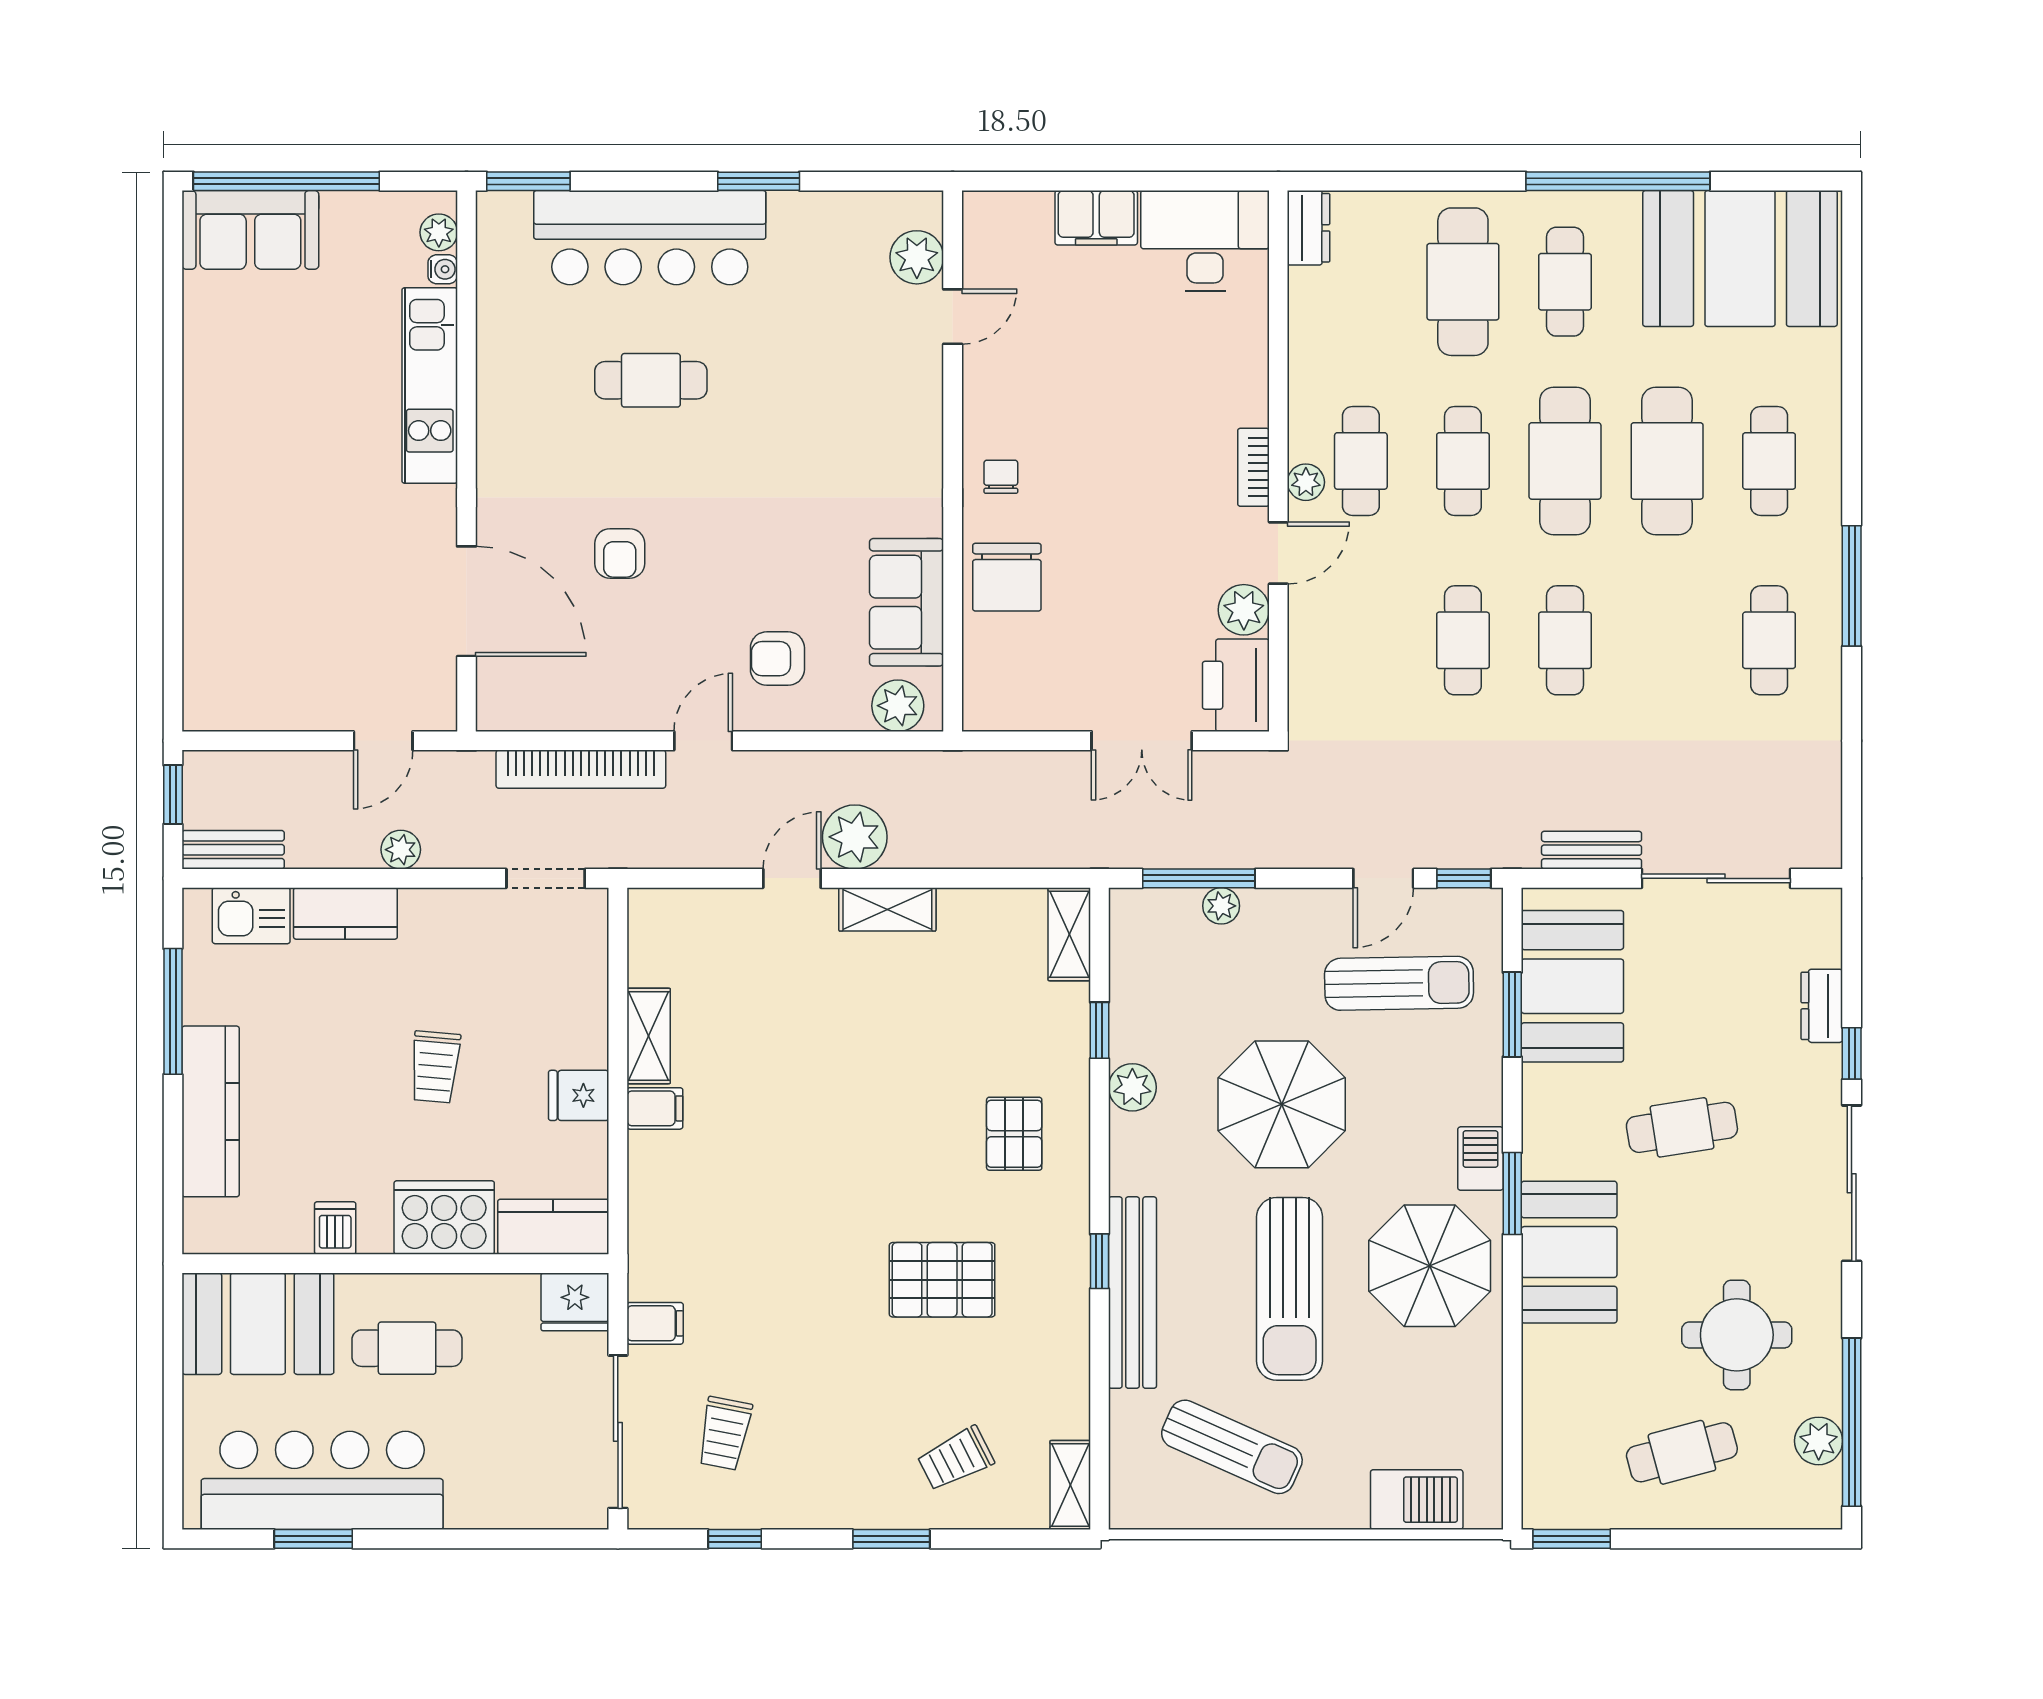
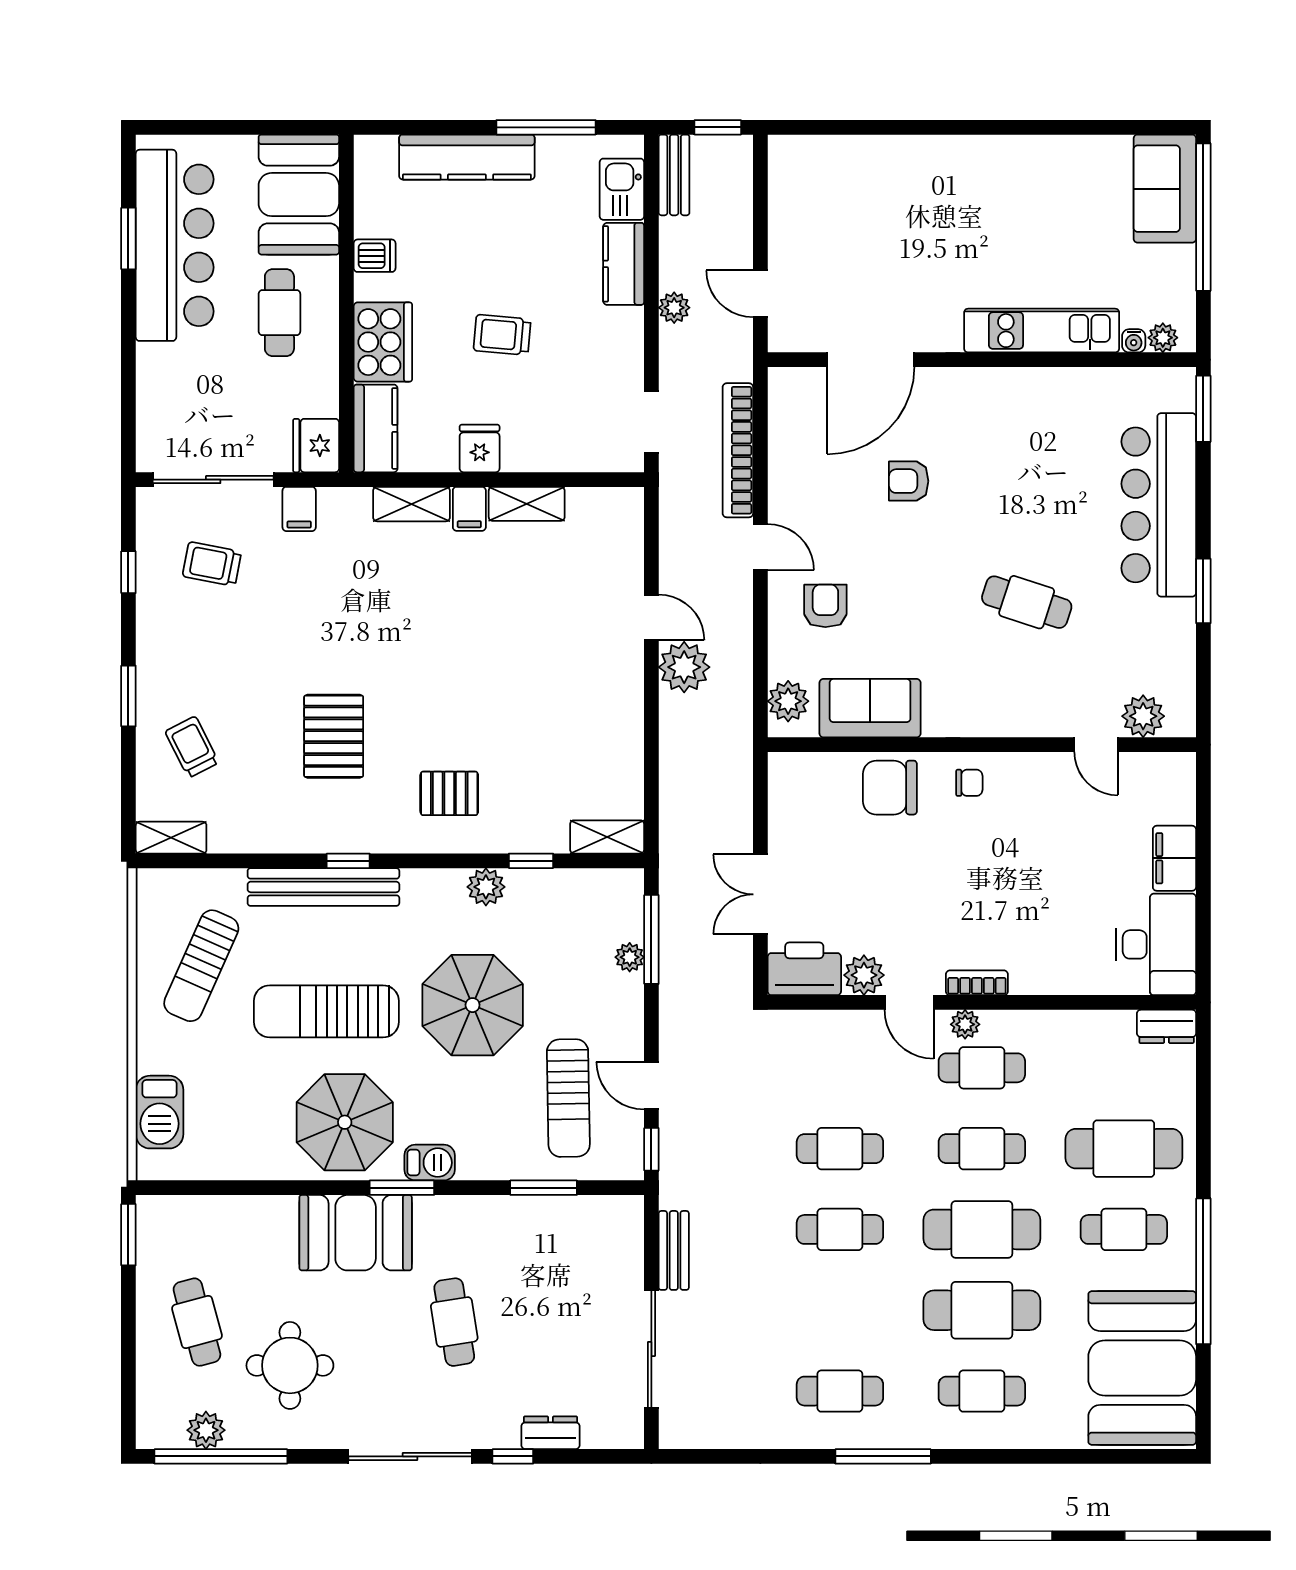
cafe table: (651, 380) -> (1027, 602), moved, turned -72
shelving: (887, 909) -> (412, 504), moved, turned 90
booth: (1572, 986) -> (566, 1235), removed

